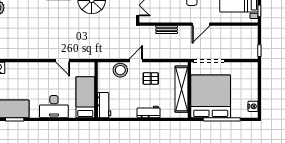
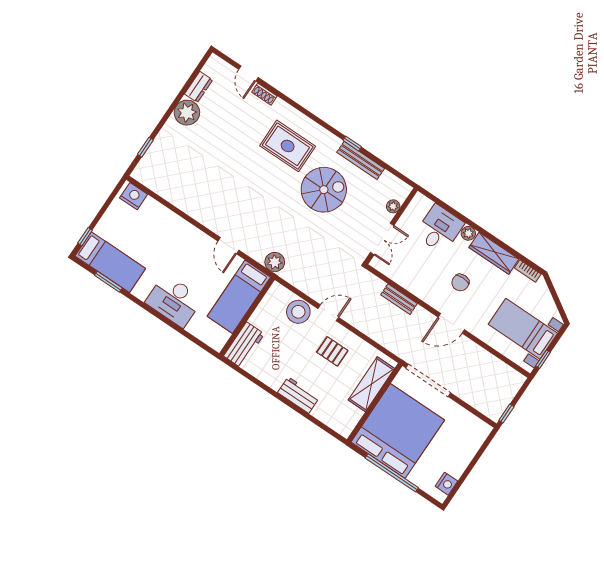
plant: (92, 53) -> (275, 262), added
shelving: (182, 89) -> (371, 384), width x0.68
bed: (85, 97) -> (239, 297), moved, turned 180

